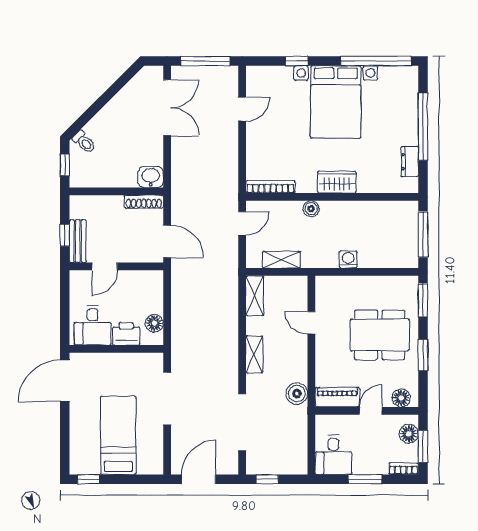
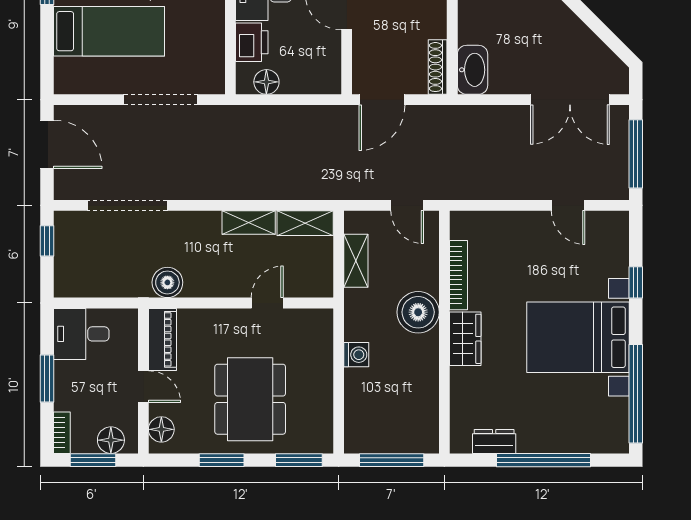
washbasin: (151, 177) -> (473, 70), width x1.38
bookcase: (270, 187) -> (458, 275), moved
boiler: (311, 209) -> (418, 312), width x1.86, depth x1.86
shelving: (254, 354) -> (249, 222), moved

